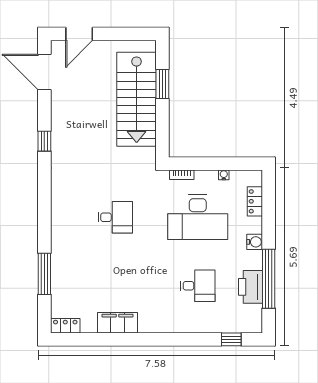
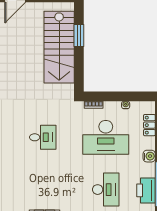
desk: (198, 286) -> (106, 190), width x1.37

